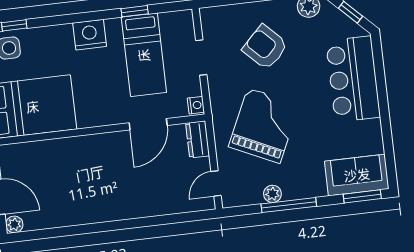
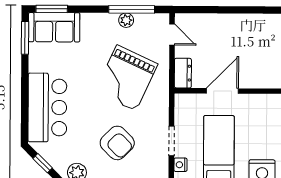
nightstand: (196, 105) -> (180, 165), moved
window: (390, 158) -> (25, 38), added
door: (216, 184) -> (172, 35), hinge flipped
window: (289, 205) -> (132, 9), moved

